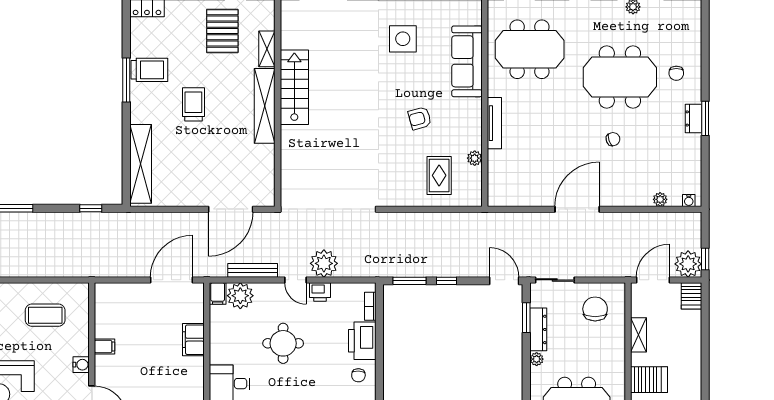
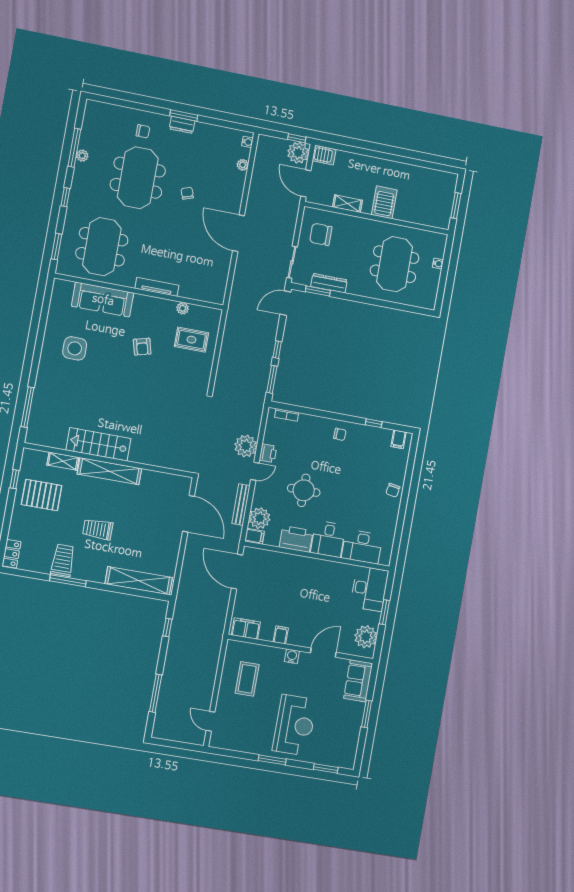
filing cabinet: (193, 340) -> (246, 628), moved, turned 180
printer: (362, 341) -> (296, 539), moved, turned 180
plant: (537, 359) -> (352, 289), removed

